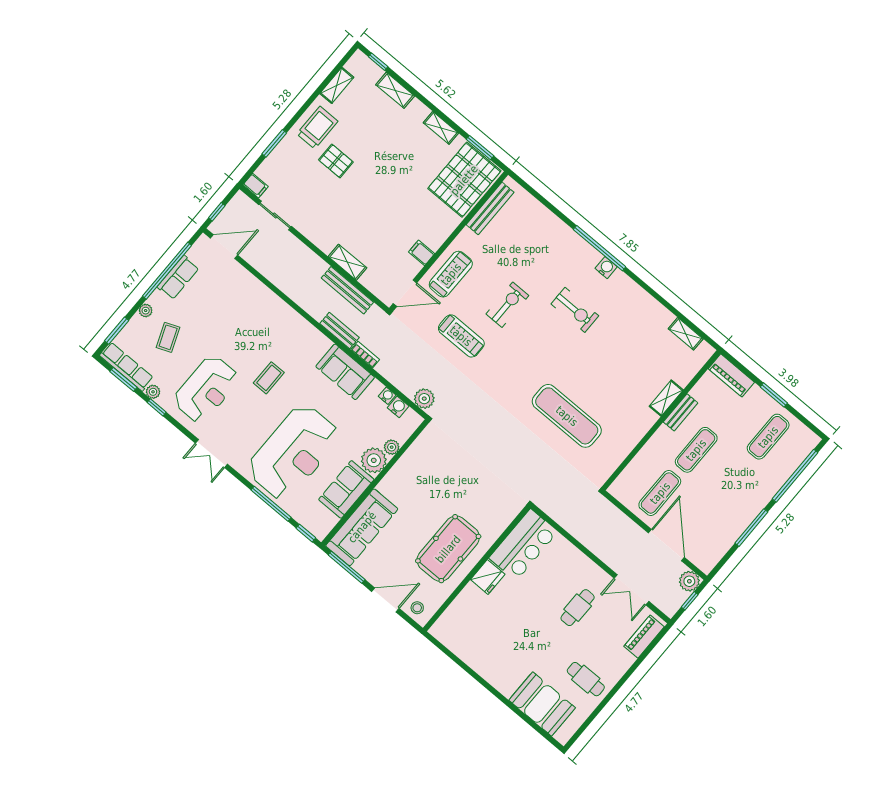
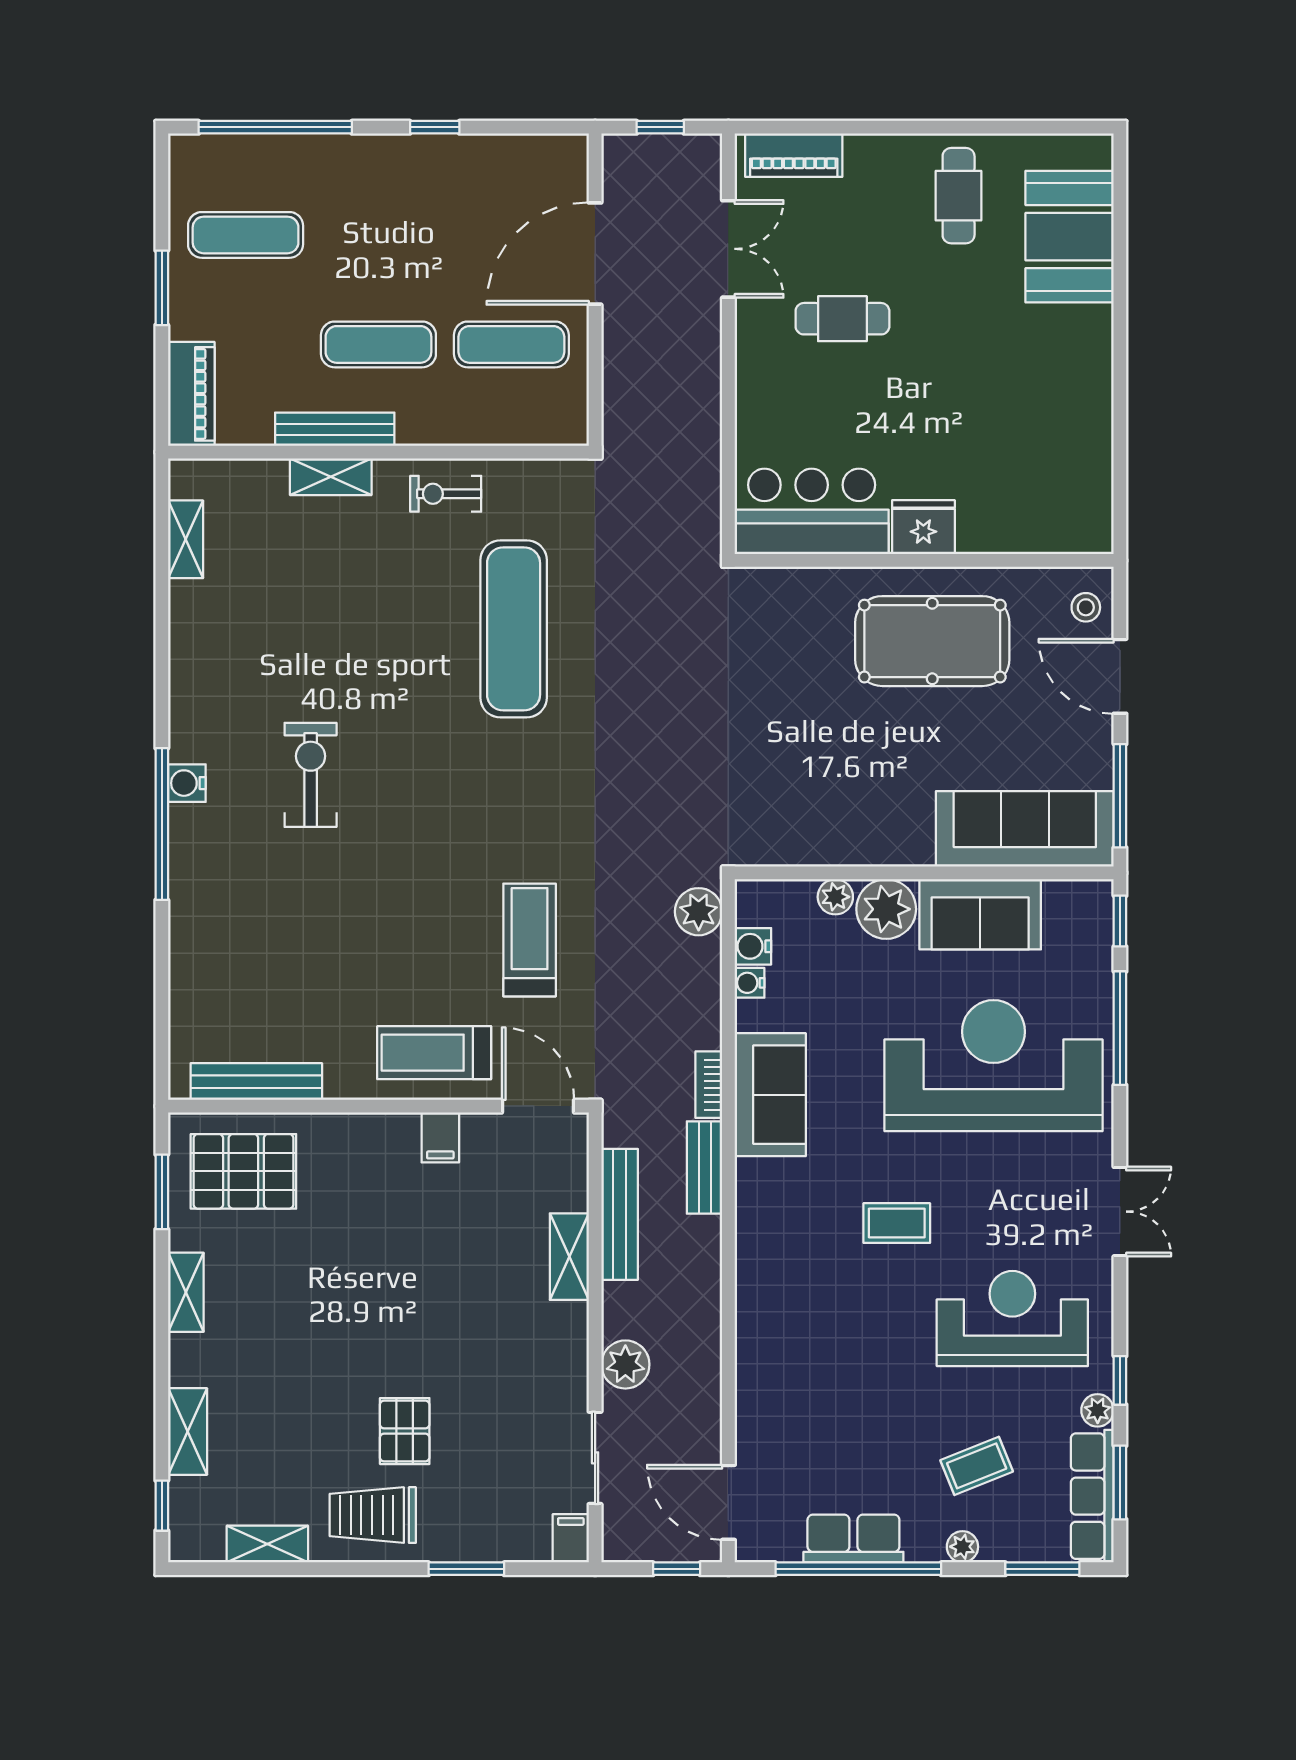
pallet: (464, 180) -> (243, 1171), width x0.73, depth x0.71
exercise bike: (507, 305) -> (446, 494), moved, width x0.73, depth x0.72
bench: (681, 412) -> (335, 429), width x1.36
window: (751, 528) -> (435, 127), width x0.46
plant: (689, 581) -> (625, 1364), moved

